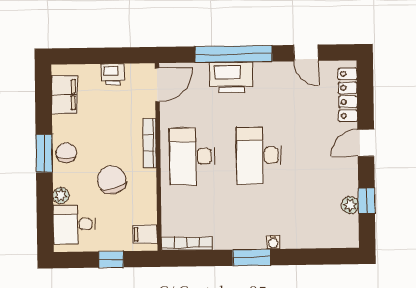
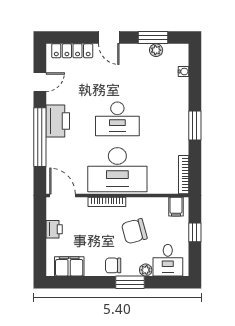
printer: (231, 77) -> (58, 121), moved
window: (44, 153) -> (130, 282), moved
desk: (192, 156) -> (117, 170), width x1.36, depth x1.30
window: (367, 201) -> (153, 38), width x1.50
water cooler: (273, 242) -> (184, 72), moved

